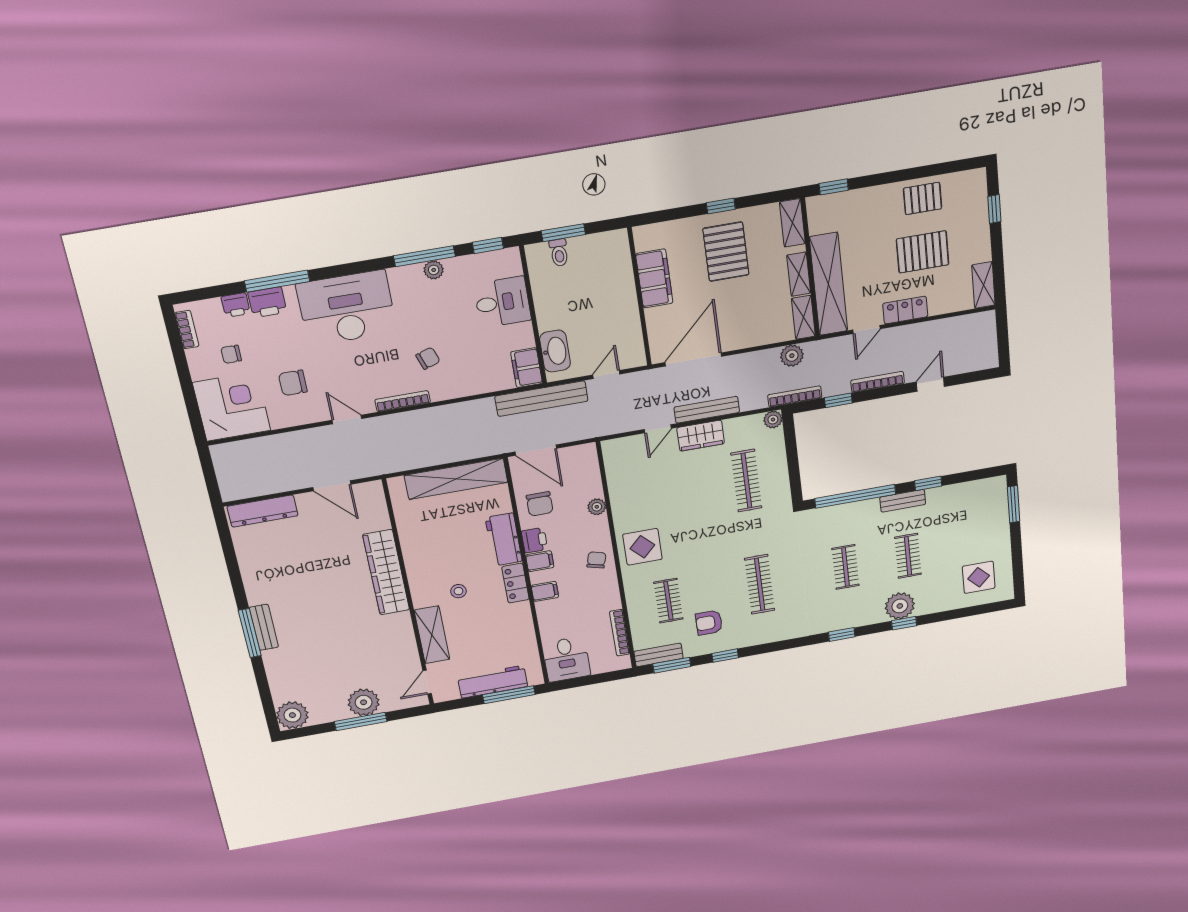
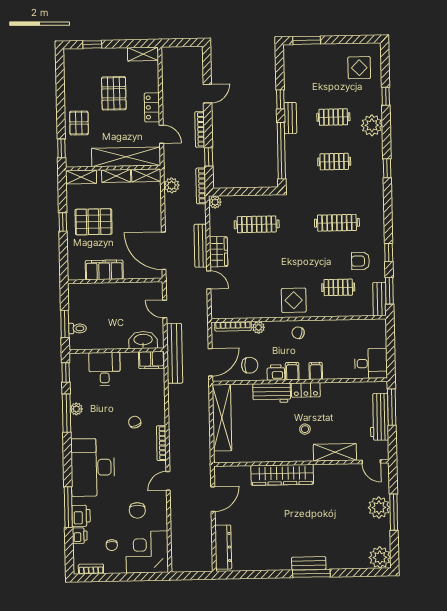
pallet: (923, 198) -> (79, 123), moved
door: (930, 384) -> (207, 94), swing flipped
armchair: (709, 623) -> (360, 261), turned 90
window: (904, 623) -> (386, 96), moved
bookcase: (620, 633) -> (233, 326), moved

